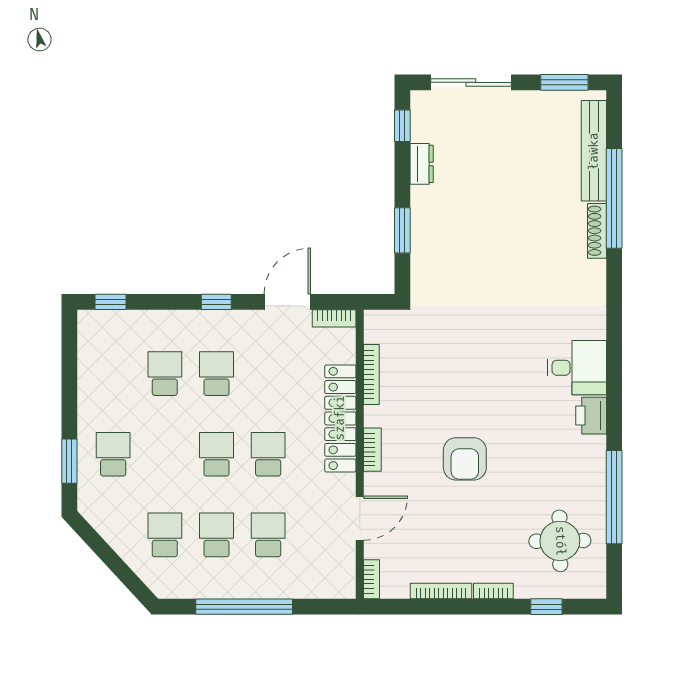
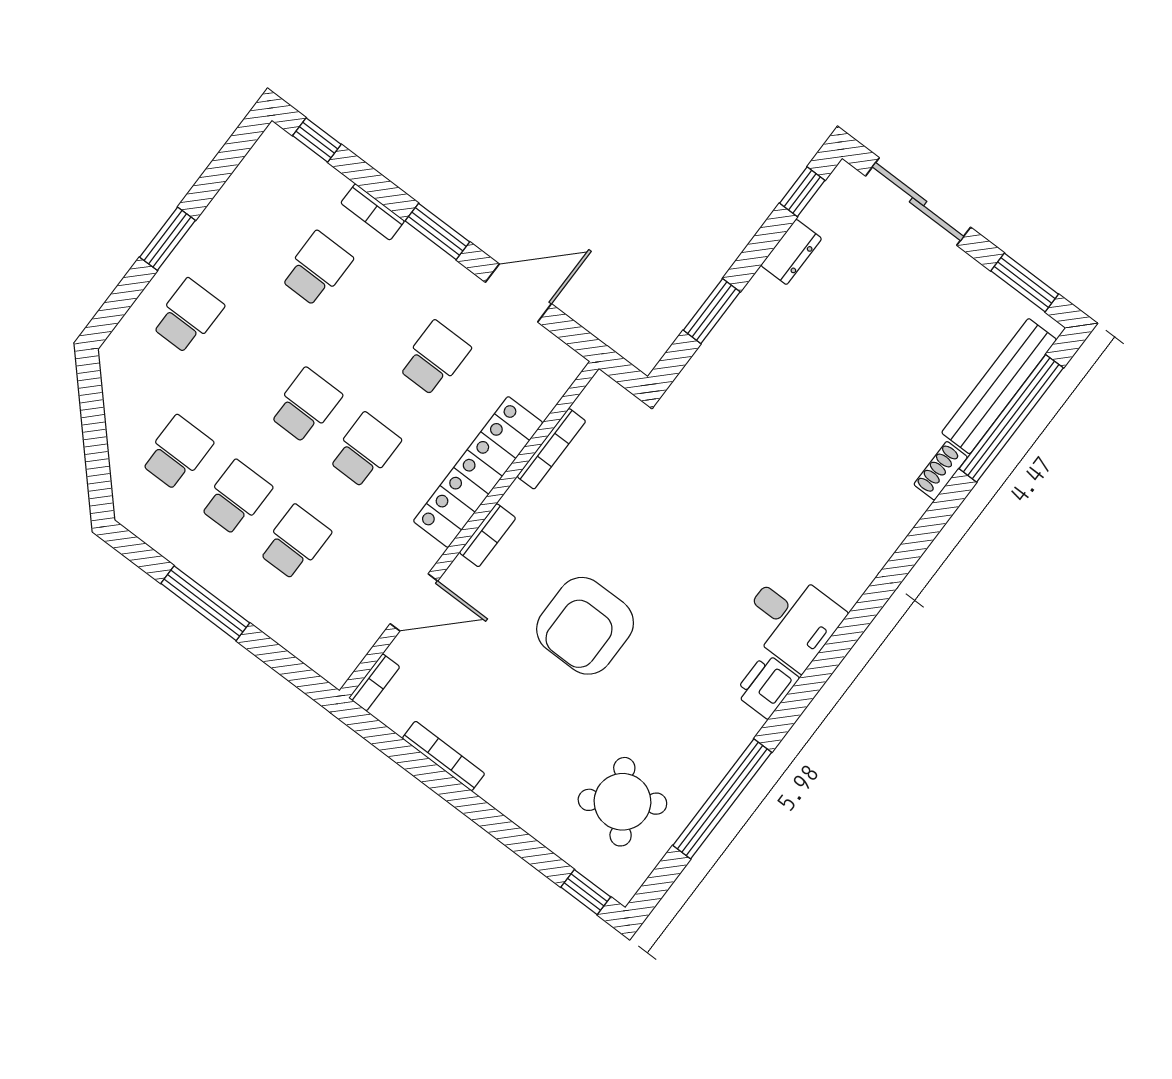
window: (614, 198) -> (1011, 418), moved
shoe rack: (597, 231) -> (941, 471), width x0.70
window: (216, 302) -> (437, 231), width x1.50
bookcase: (334, 318) -> (373, 212), moved
school desk: (216, 374) -> (435, 358), moved
armchair: (465, 459) -> (585, 626), width x1.36, depth x1.36
window: (69, 461) -> (168, 239), moved
round table: (560, 541) -> (622, 802), turned -33
bookcase: (493, 591) -> (503, 801), removed
window: (244, 607) -> (205, 603), width x0.68
window: (546, 607) -> (586, 892), moved

